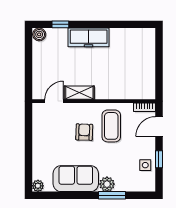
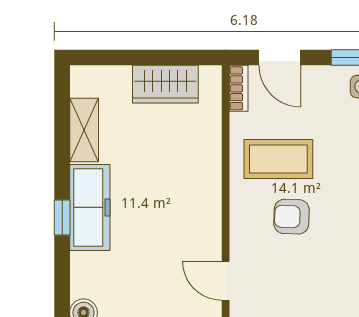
window: (60, 24) -> (62, 217), moved
wardrobe: (146, 73) -> (165, 84), added
shelving: (79, 93) -> (84, 130), moved

